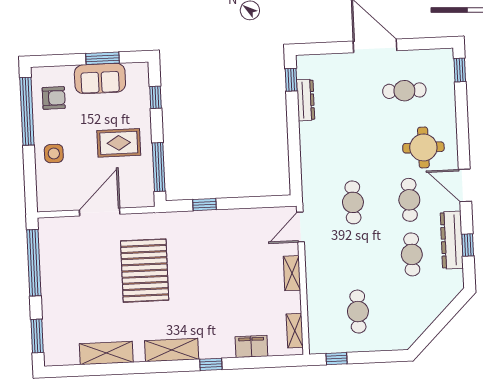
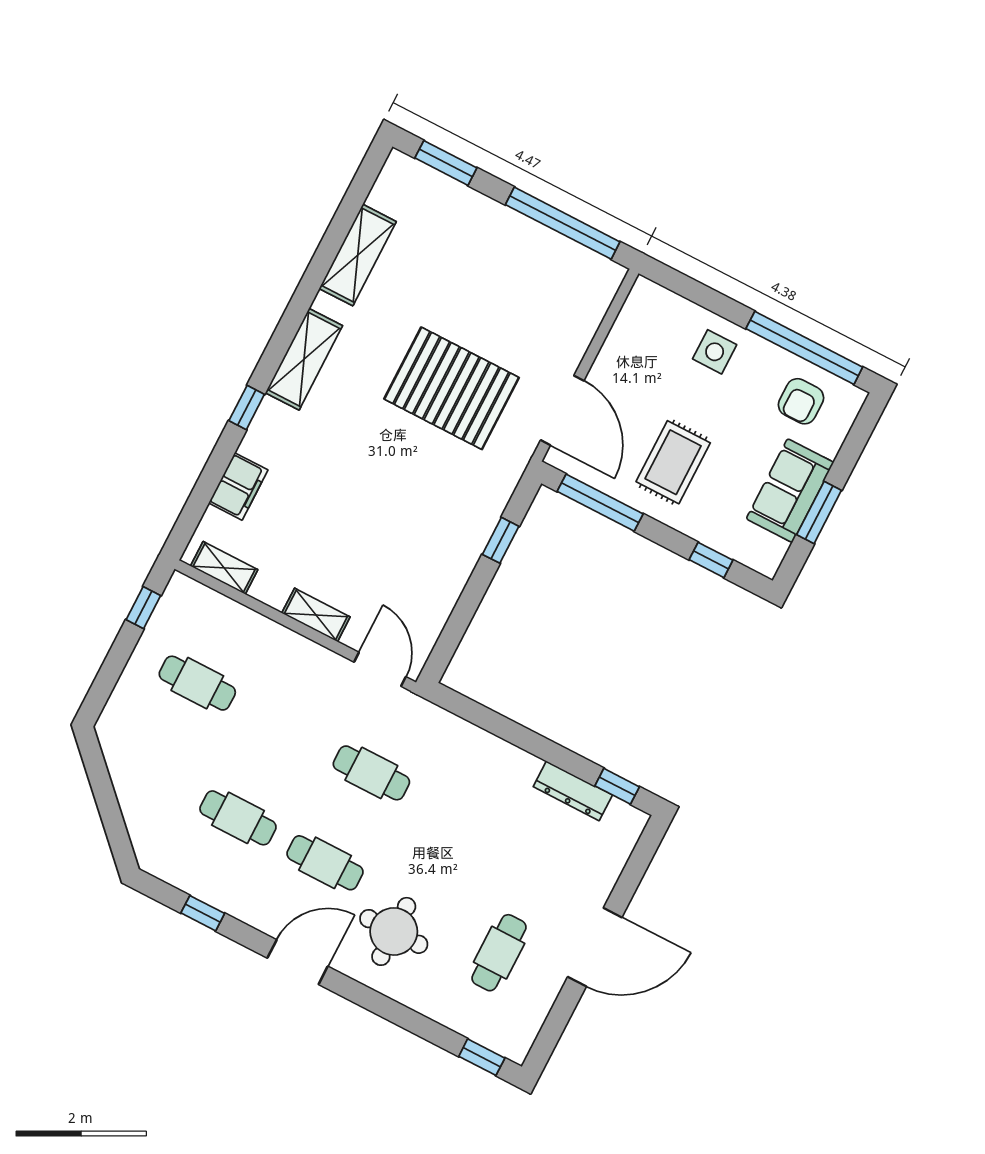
door: (100, 212) -> (562, 410), moved
dresser: (452, 240) -> (225, 893), removed

